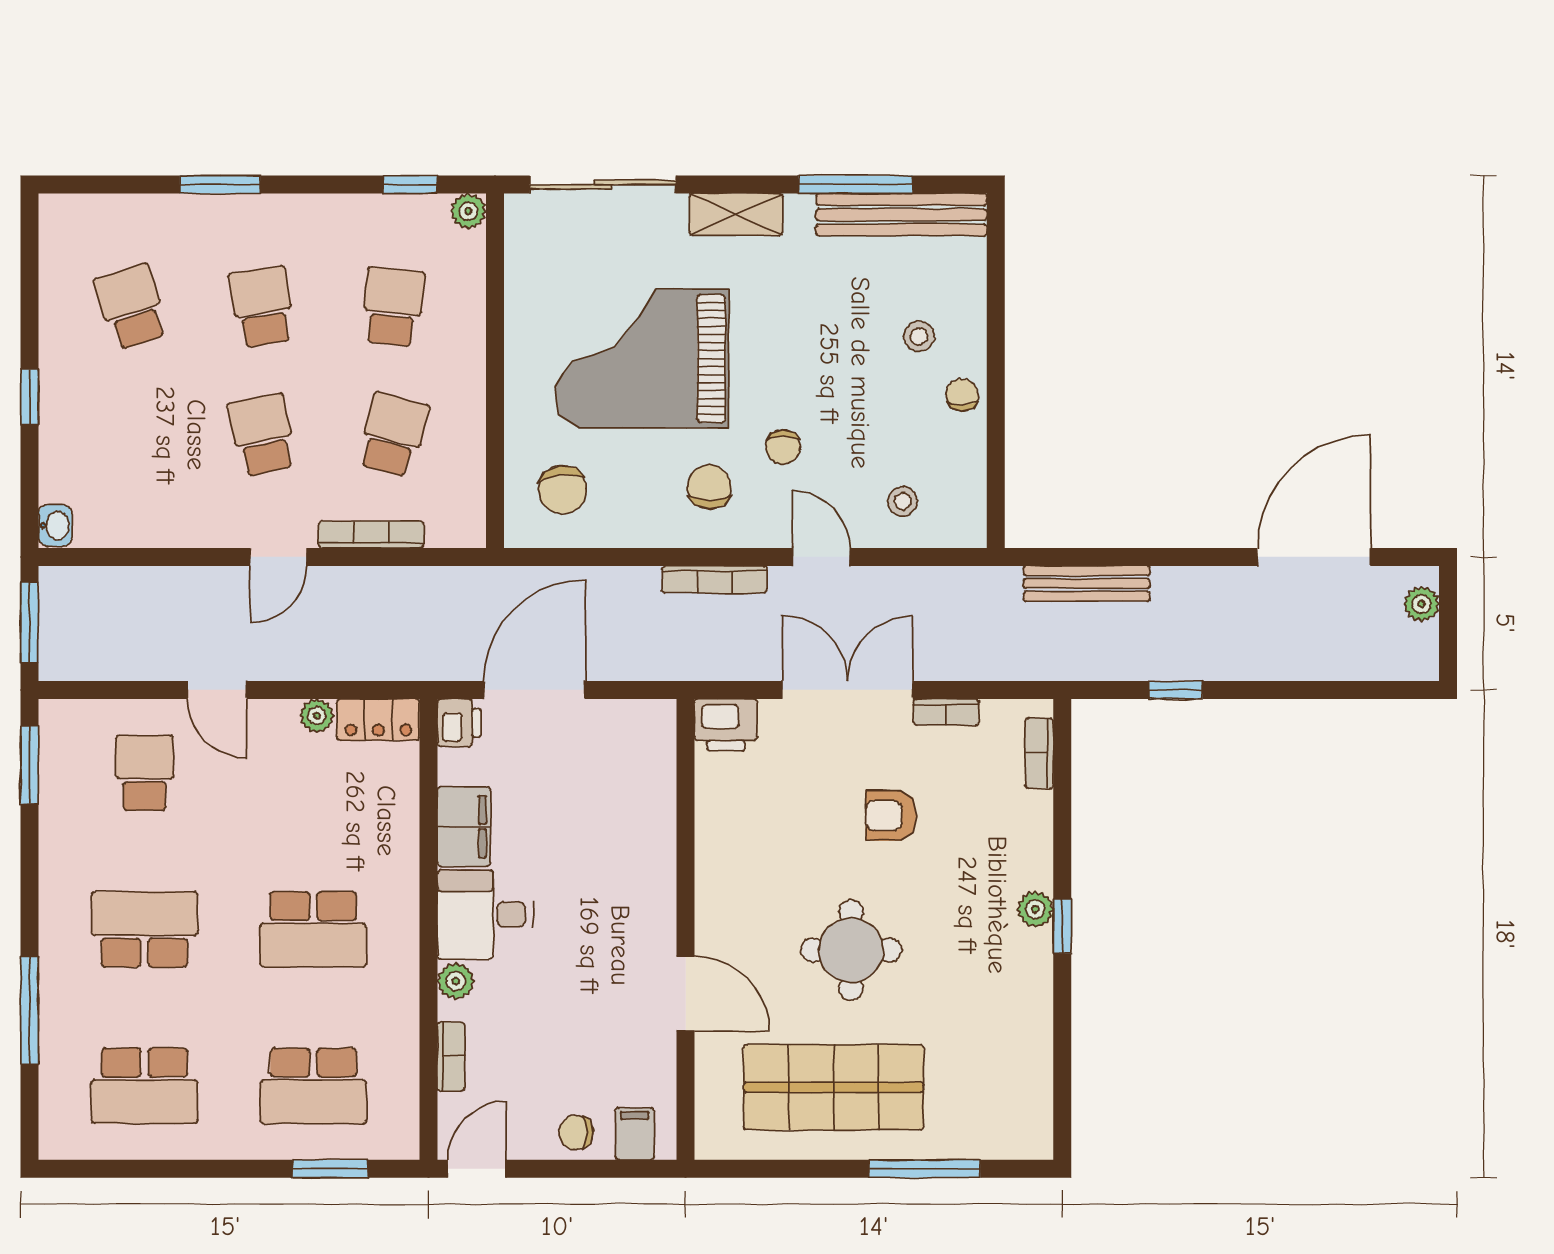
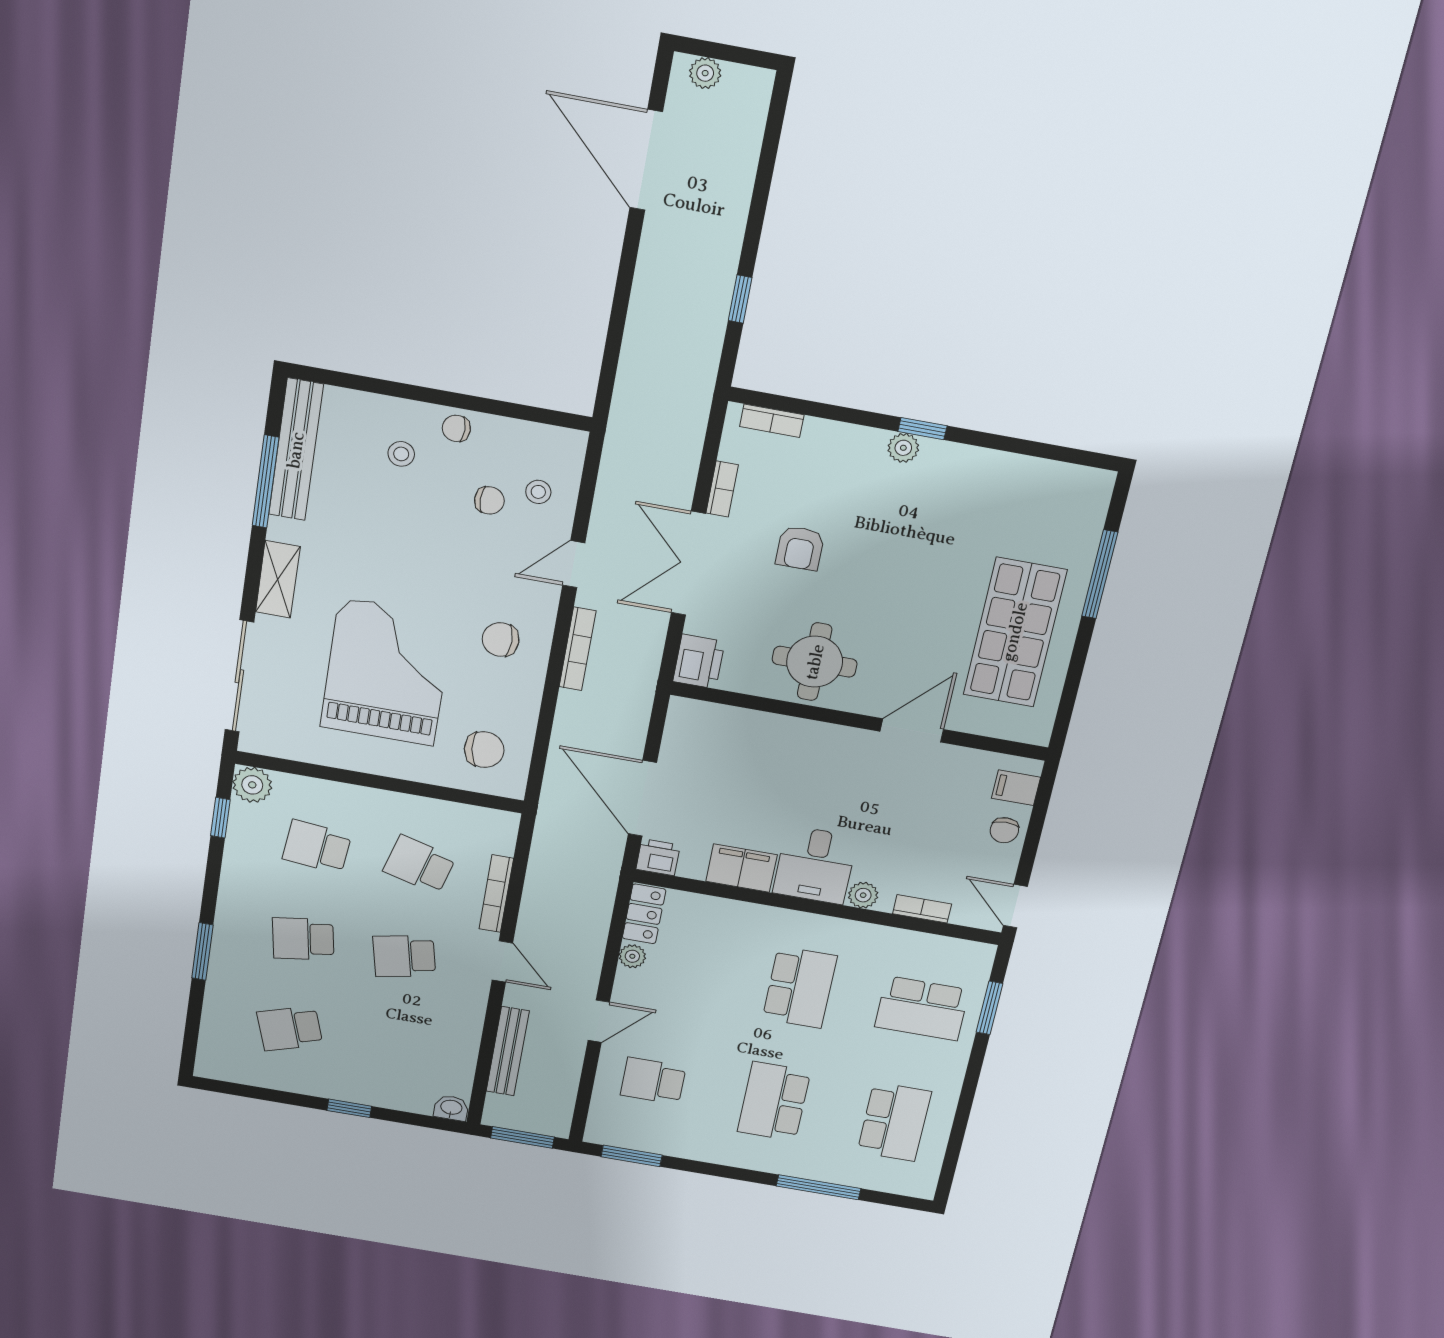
plant: (468, 211) -> (252, 785), width x1.38, depth x1.38
grand piano: (642, 359) -> (387, 672), turned 180
chair: (783, 447) -> (489, 500), moved
bench: (1087, 584) -> (508, 1051), moved
round table: (851, 950) -> (815, 662), moved
school desk: (313, 1086) -> (922, 1008), turned 90

